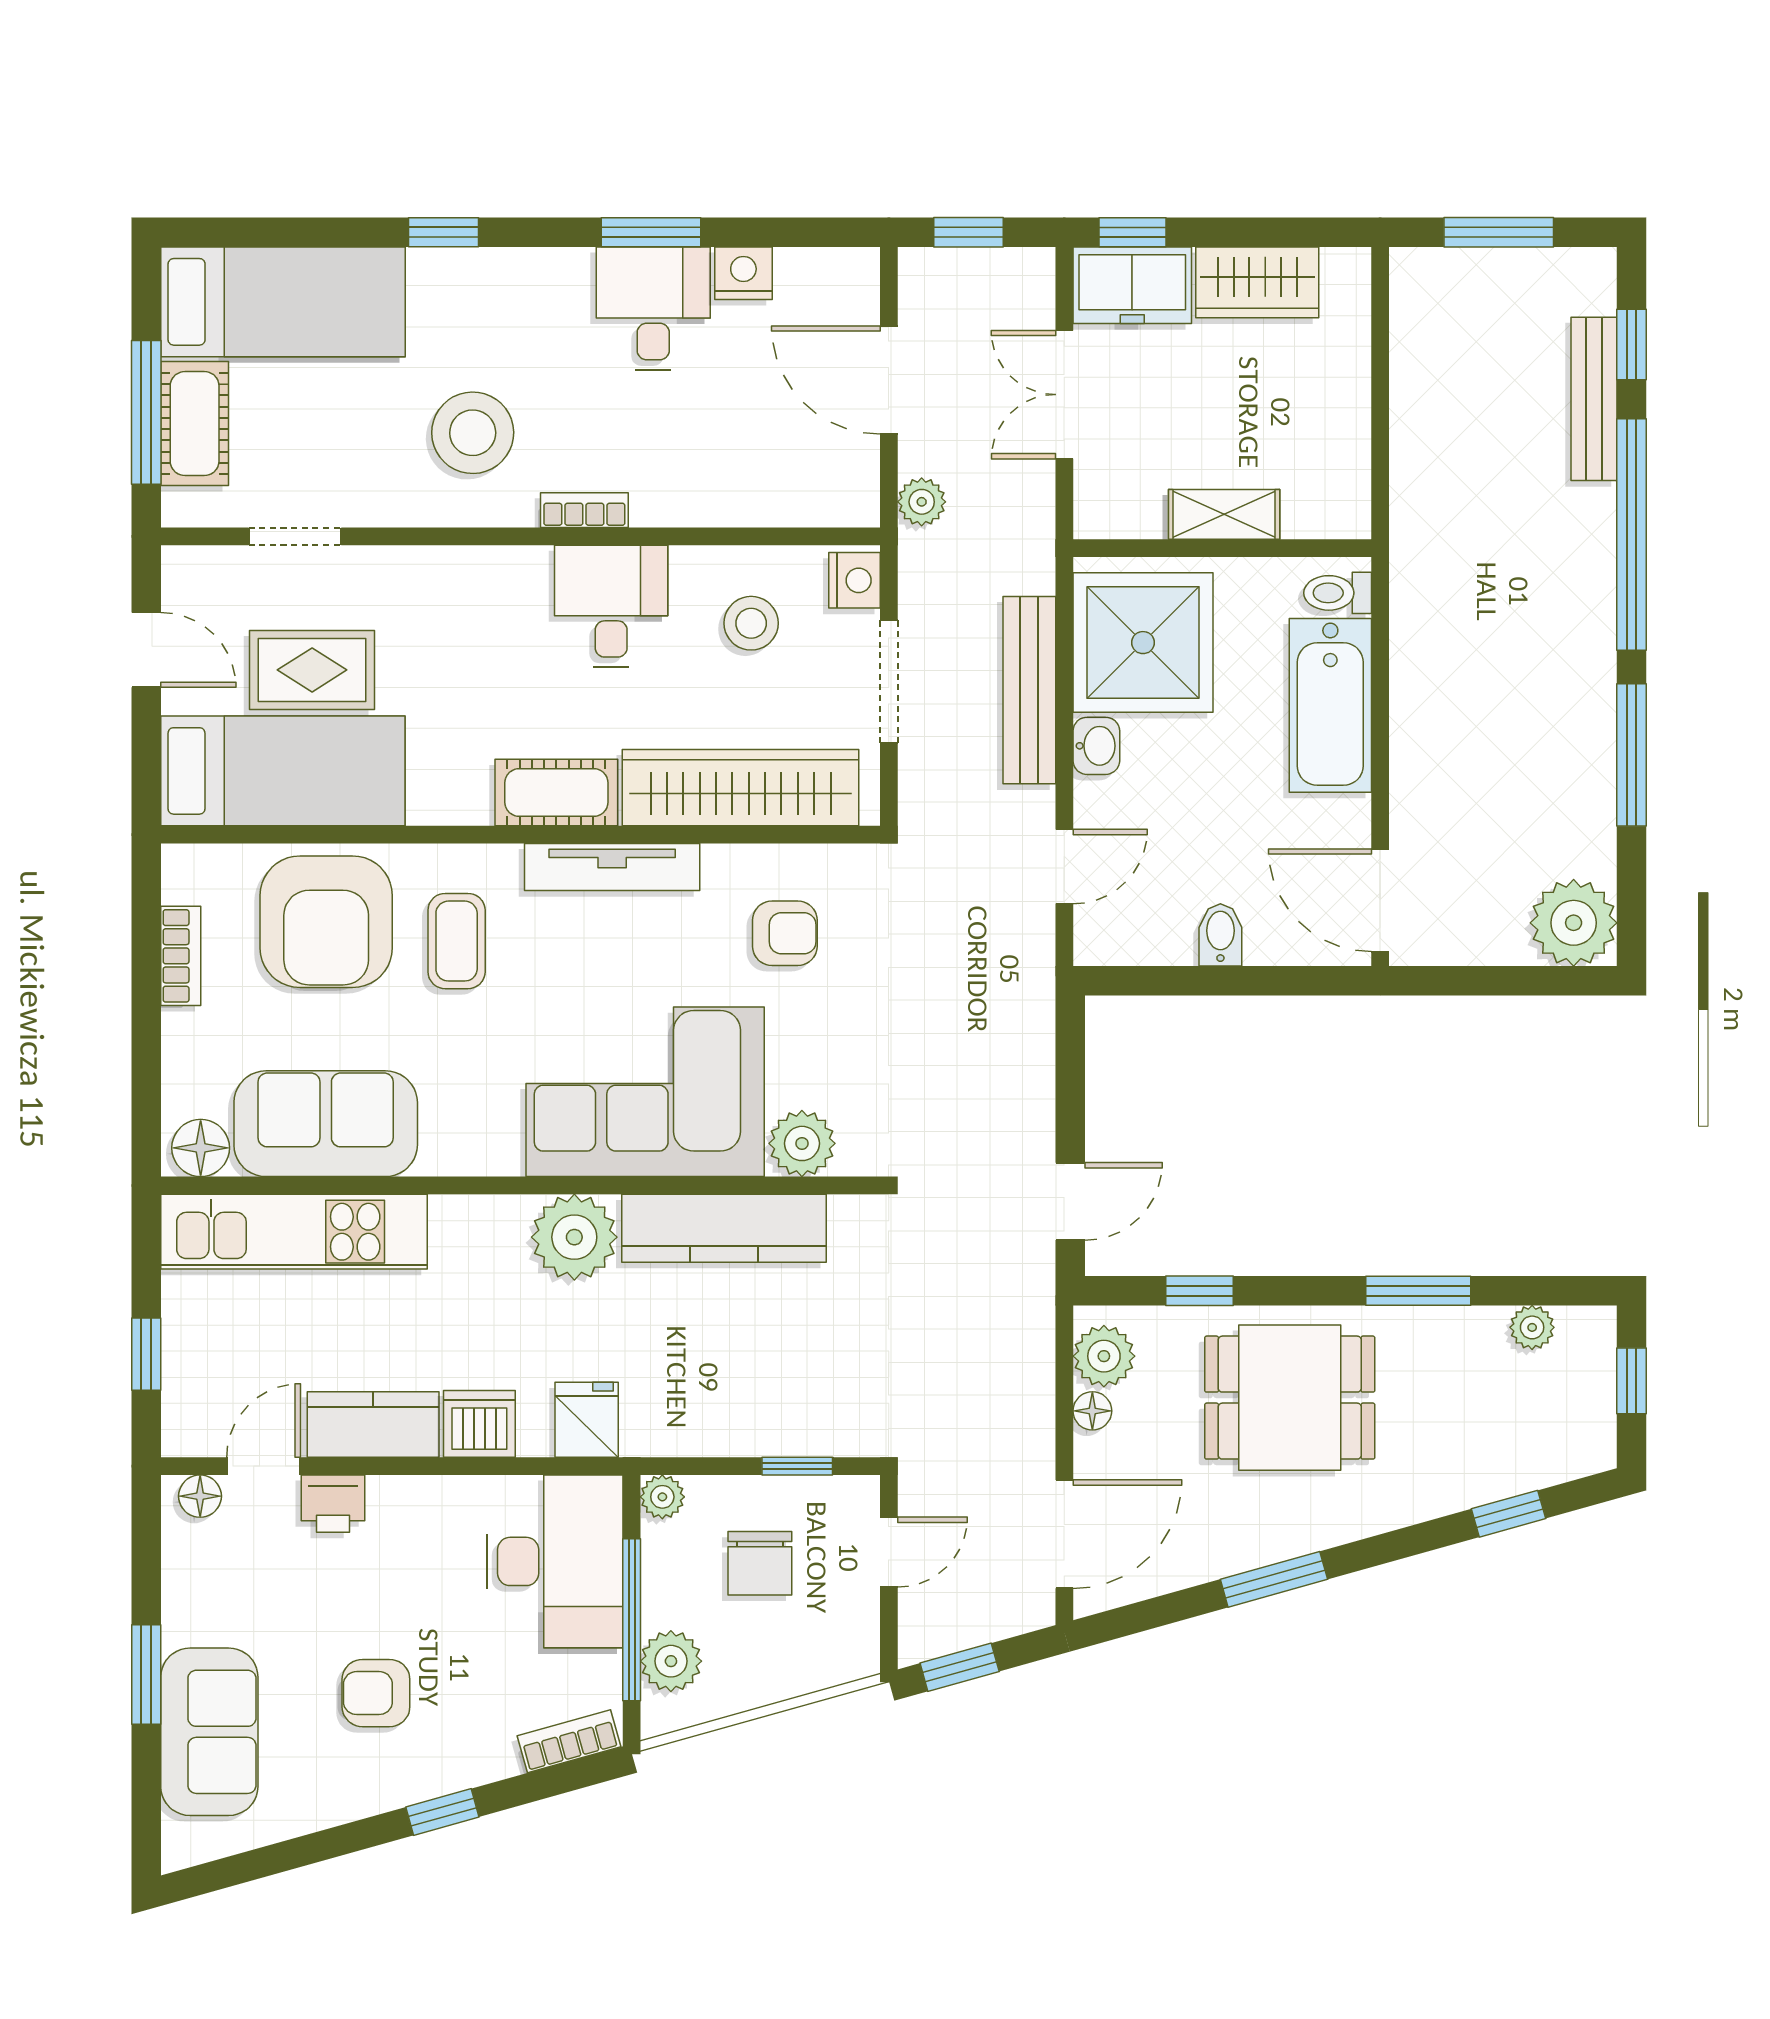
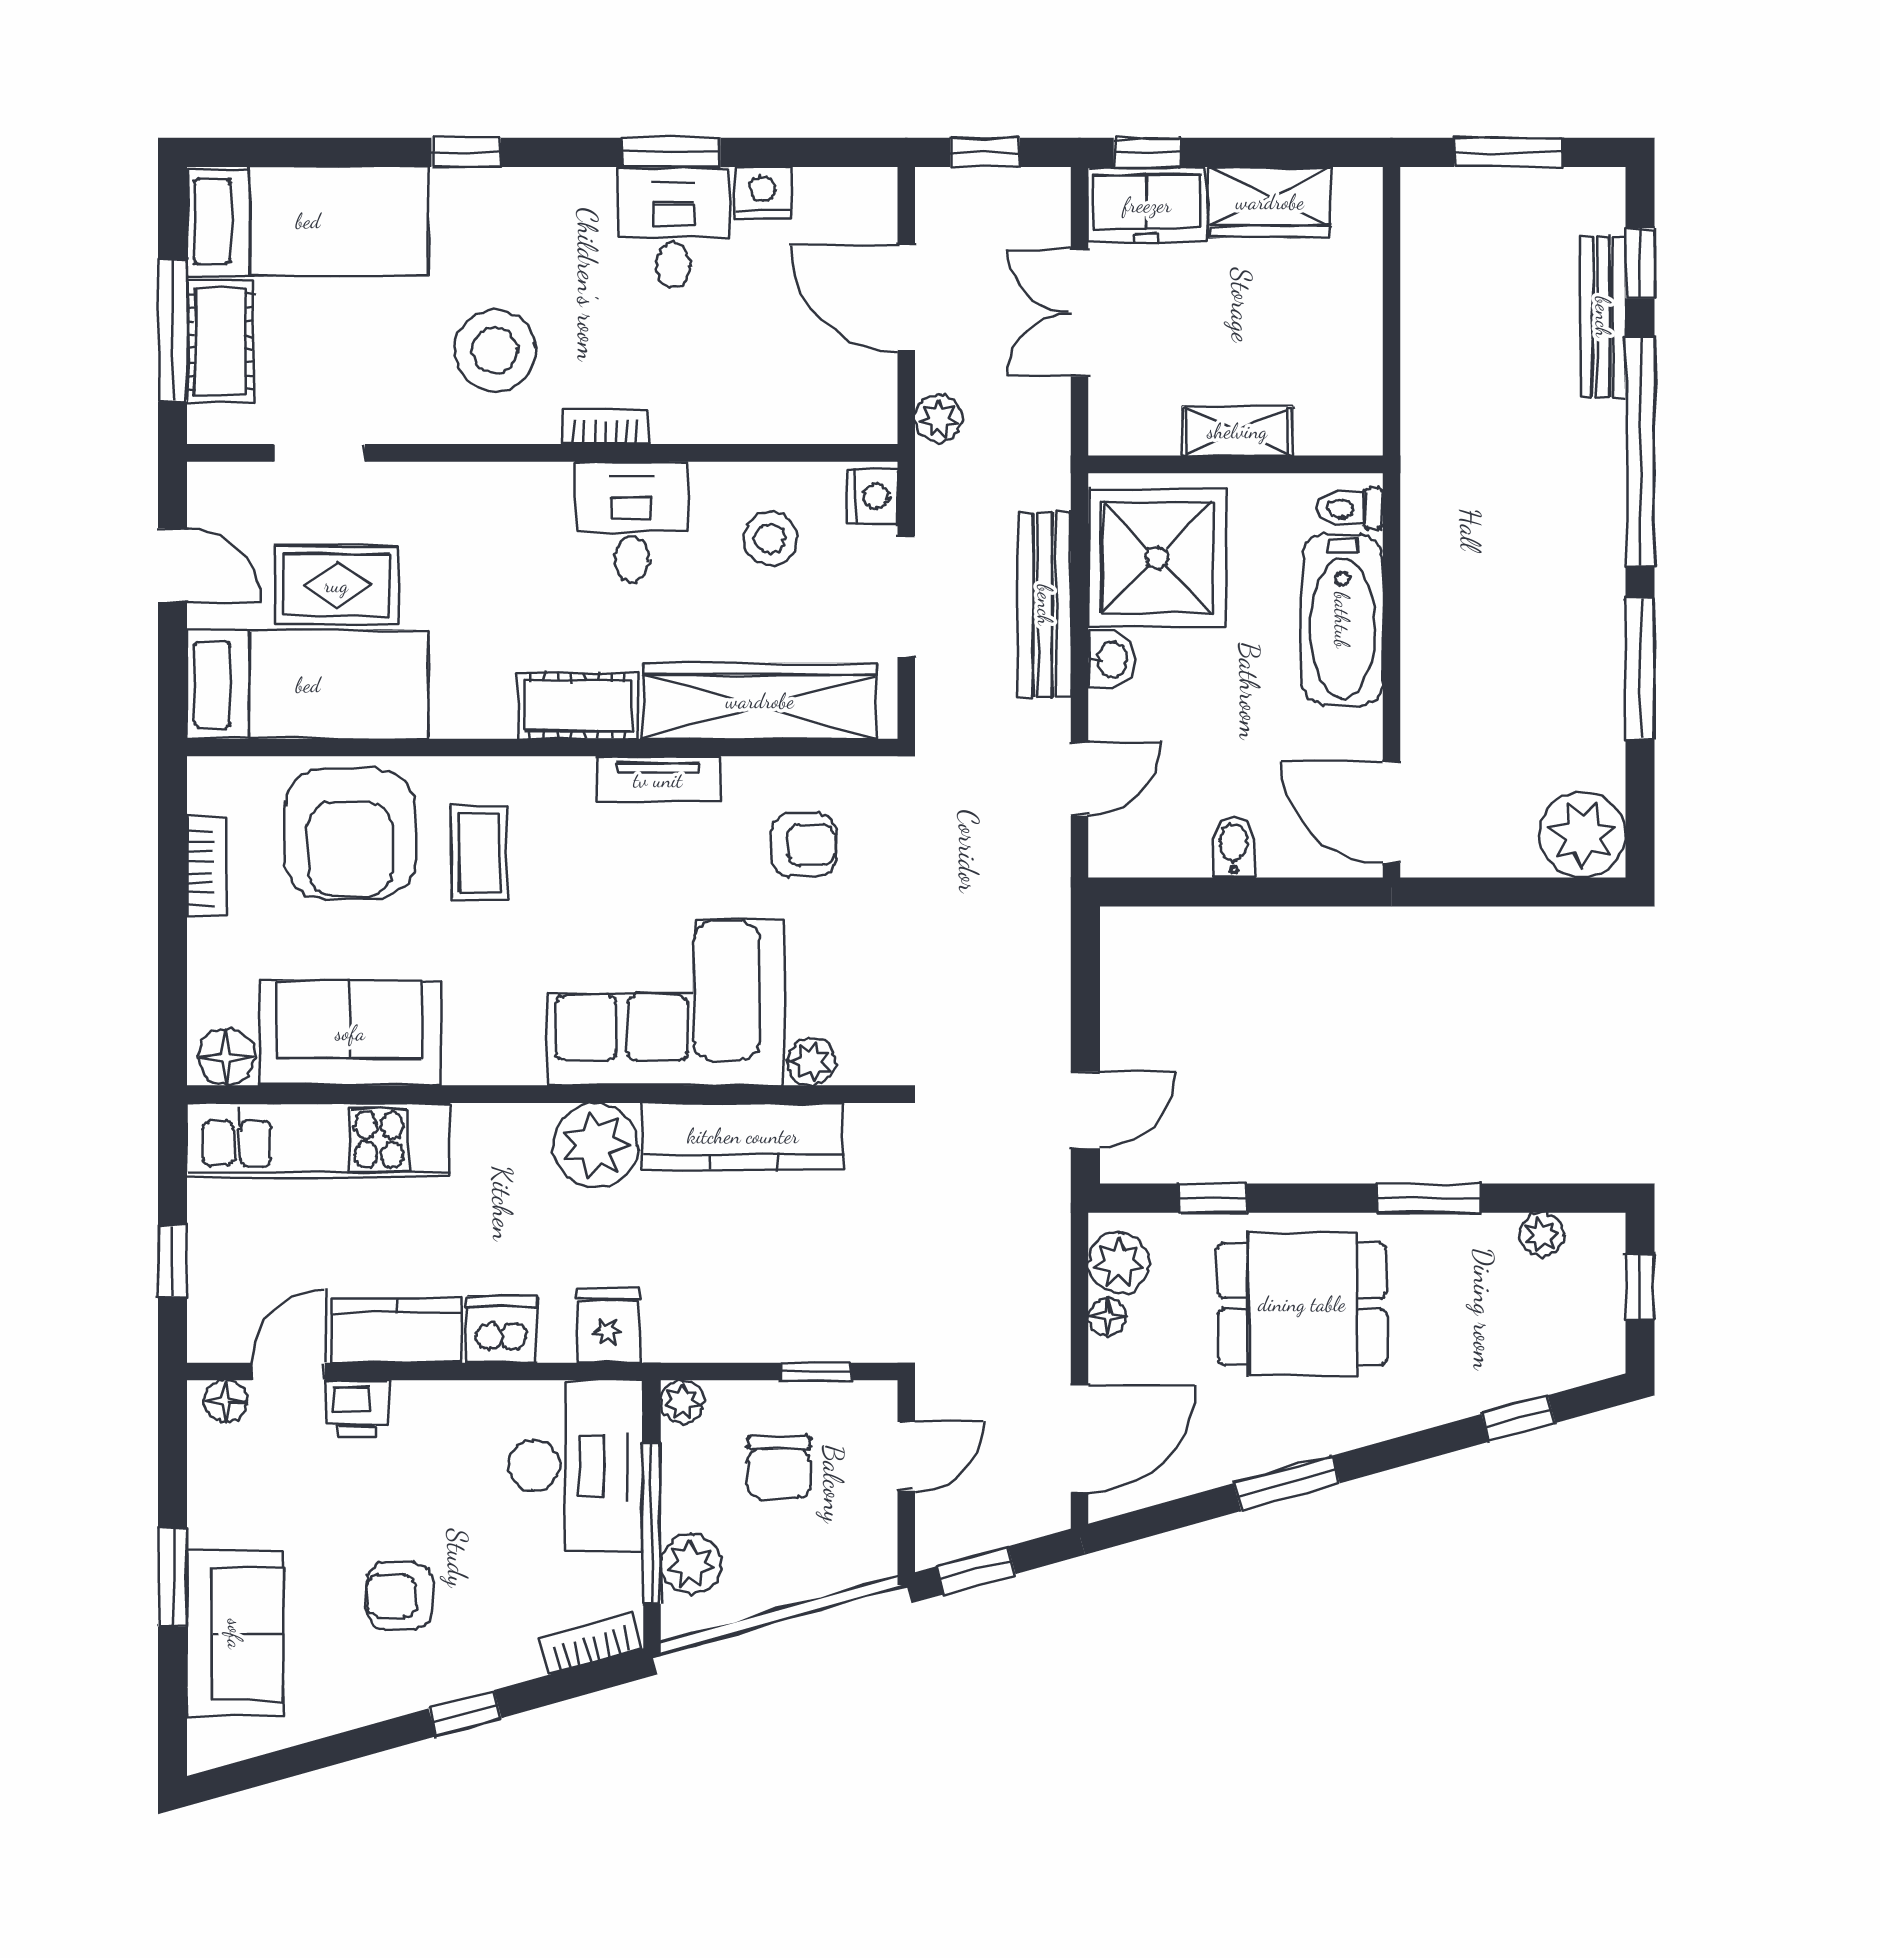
tv unit: (612, 867) -> (658, 780), width x0.71
plant: (802, 1143) -> (811, 1062), width x0.73, depth x0.73

